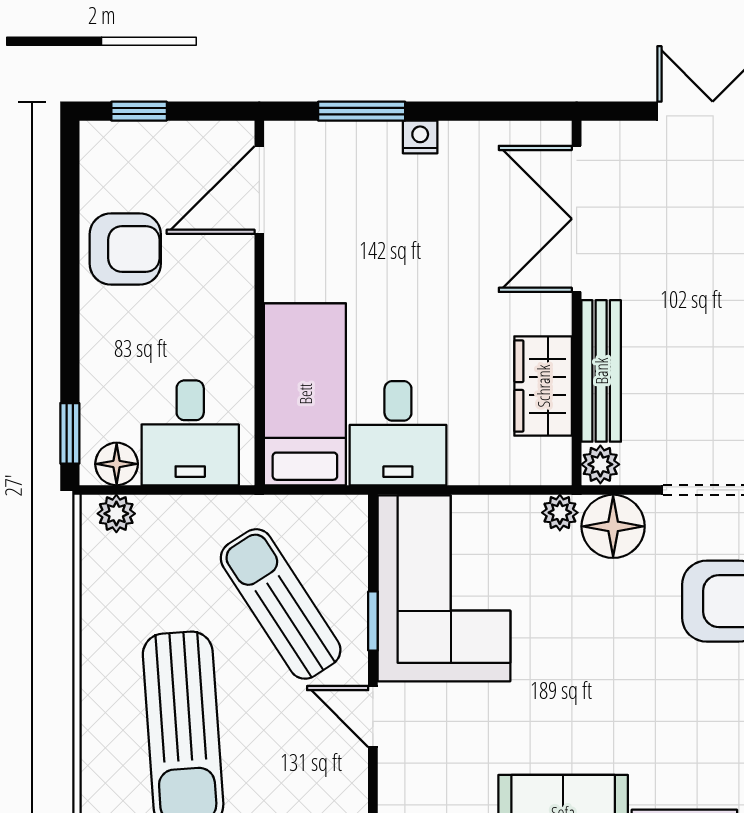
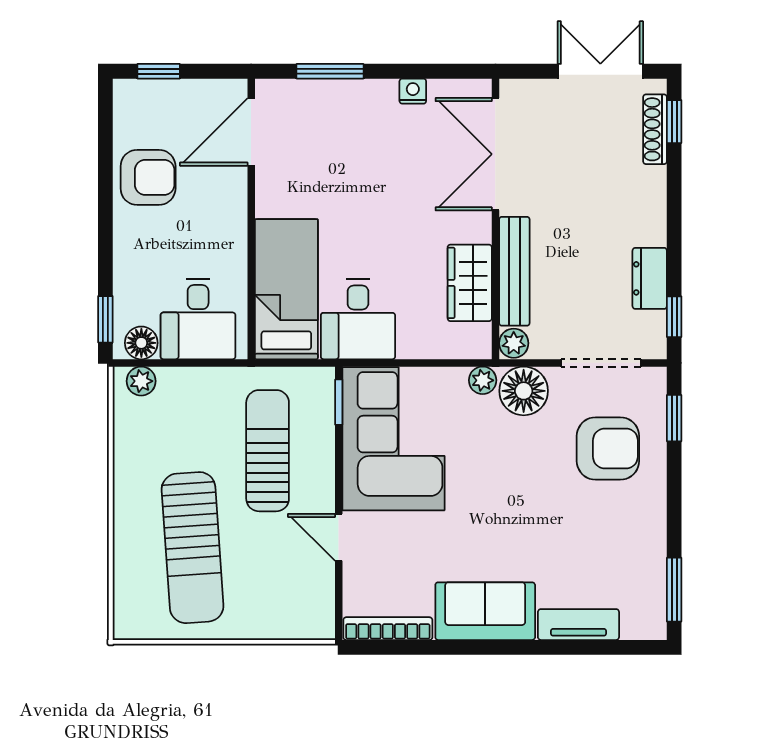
nightstand: (420, 137) -> (413, 91), moved
sun lounger: (281, 604) -> (268, 451), turned 33
window: (373, 621) -> (339, 402), moved

